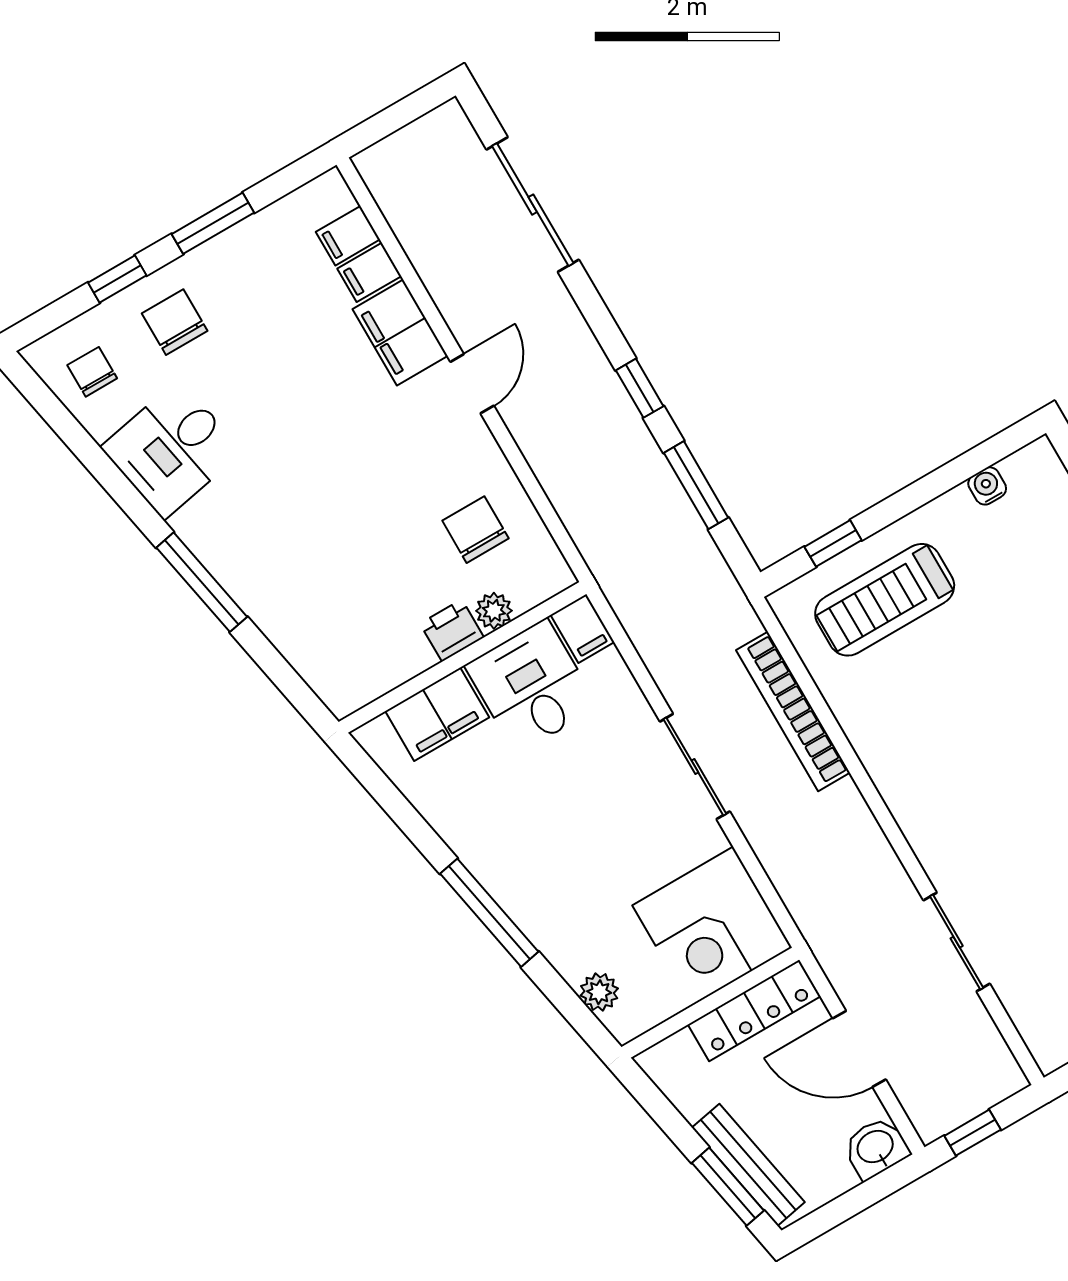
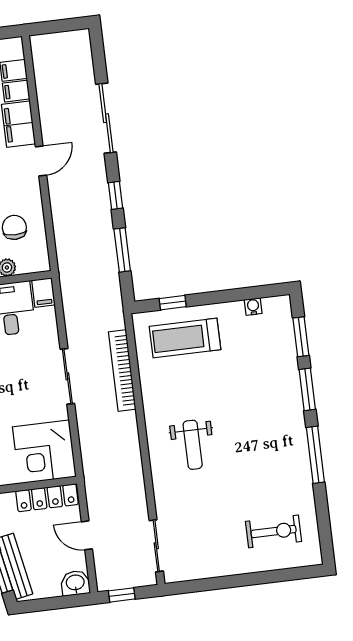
sliding door: (533, 205) -> (106, 118), moved
weight bench: (985, 794) -> (193, 445), added
sliding door: (957, 942) -> (156, 546), moved
door: (859, 1049) -> (87, 535), width x0.73

